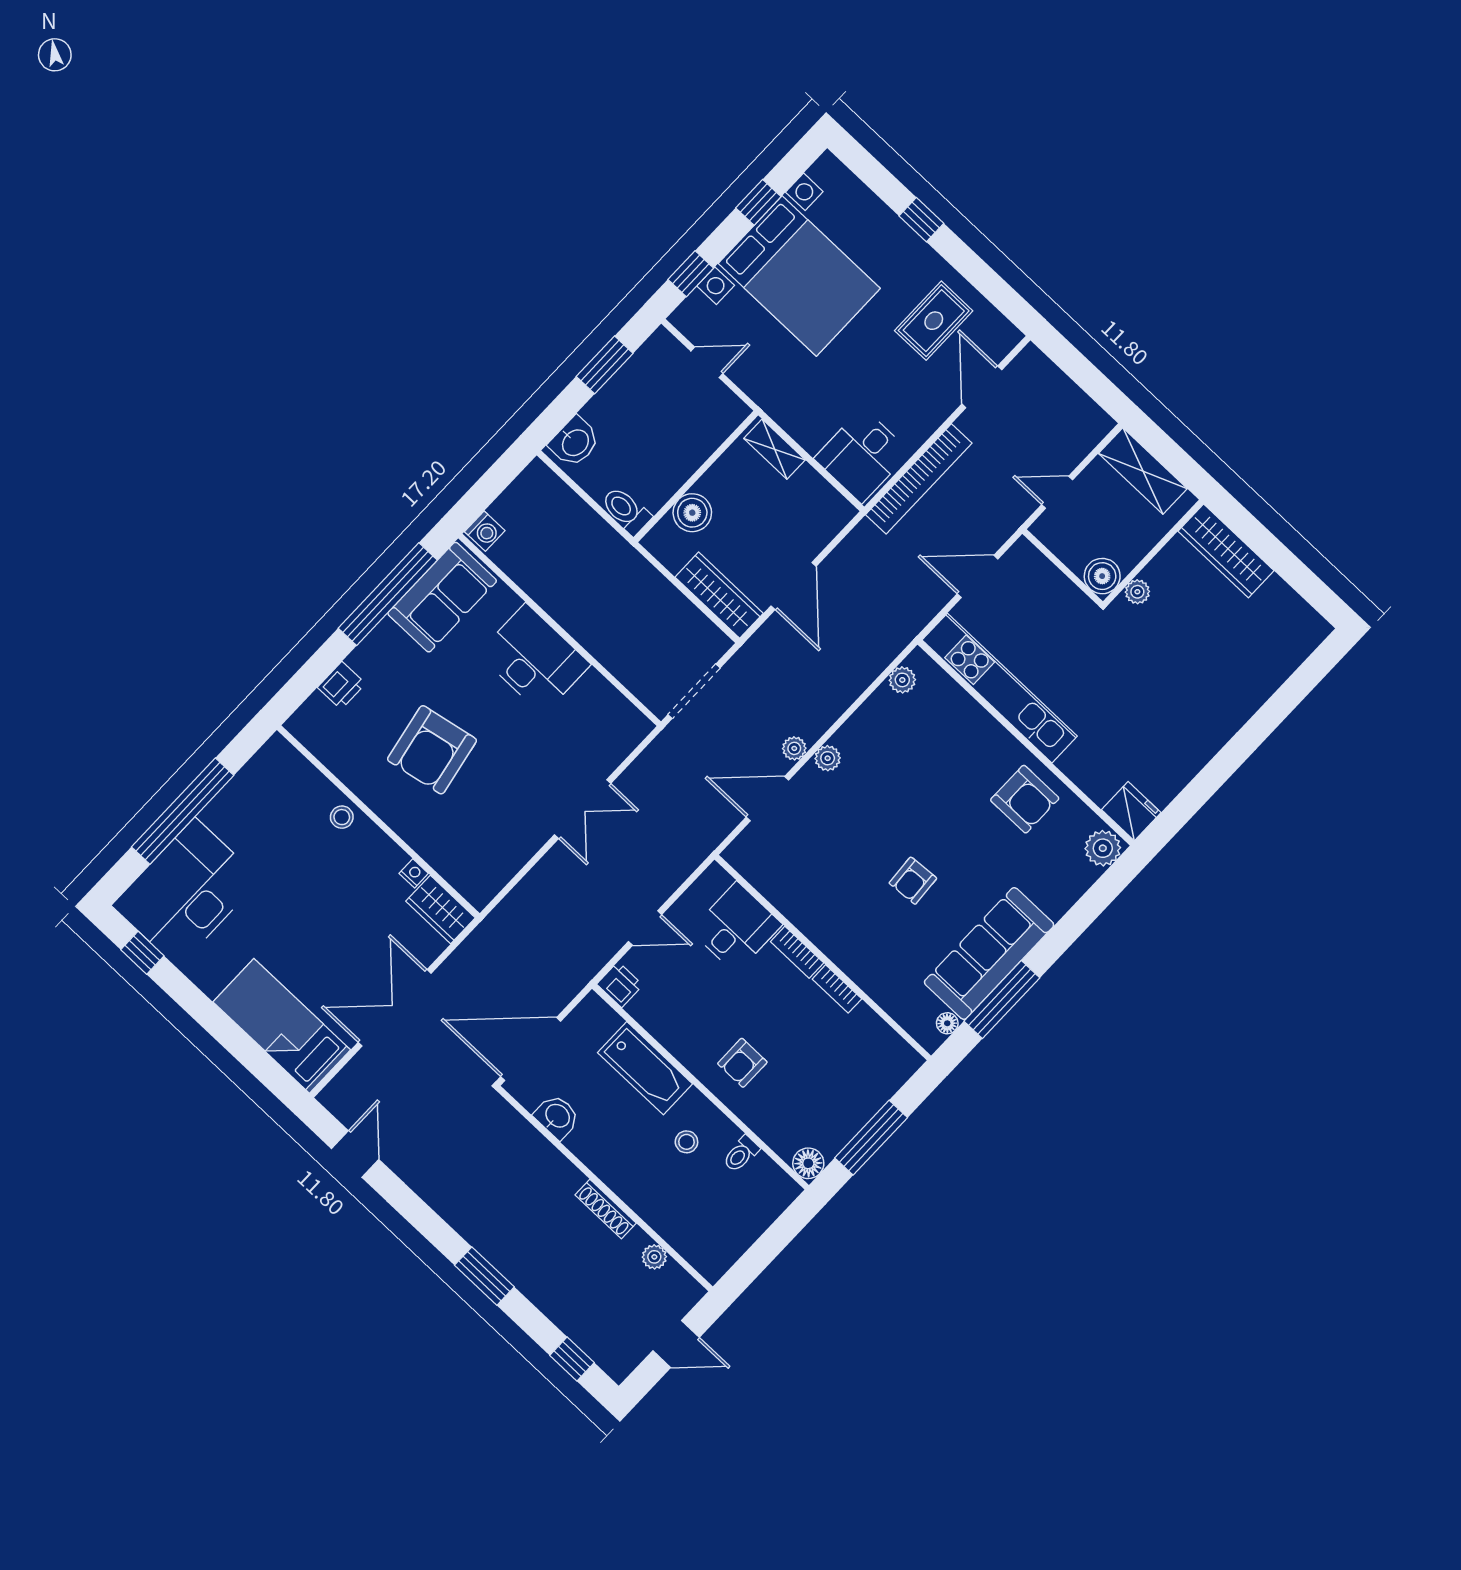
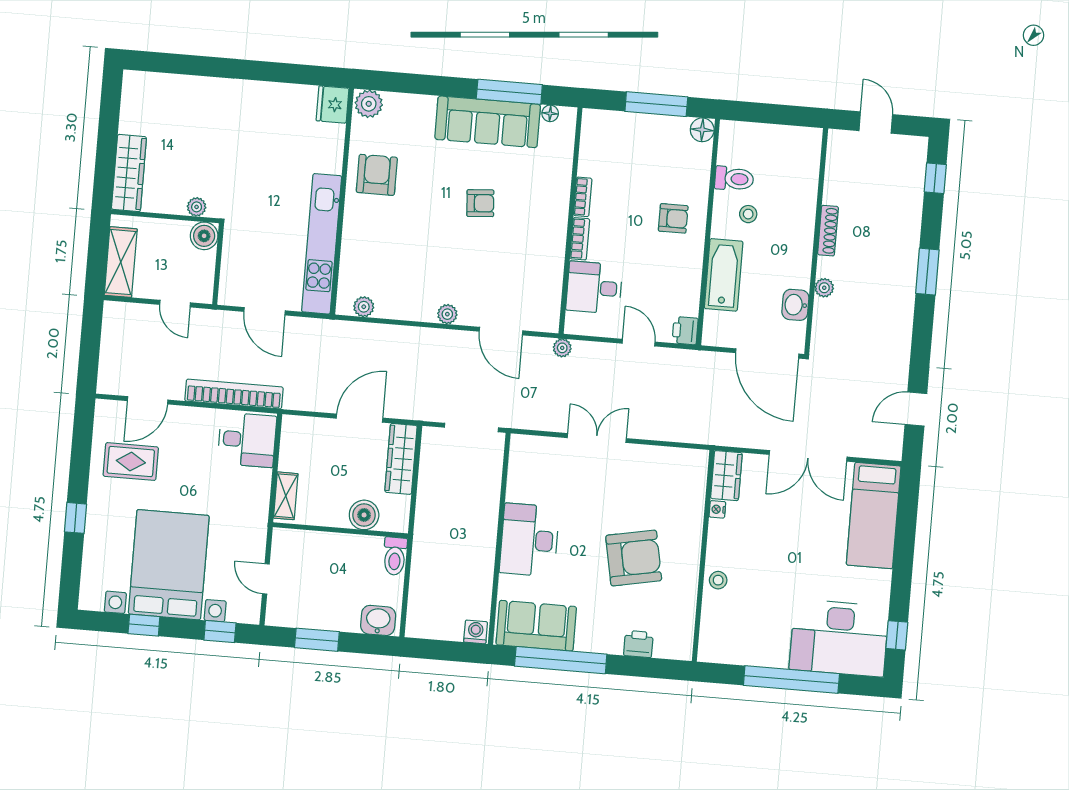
plant: (794, 748) -> (562, 348), moved
toilet: (741, 1154) -> (734, 179), width x1.37, depth x1.39
plant: (654, 1257) -> (824, 288), moved

